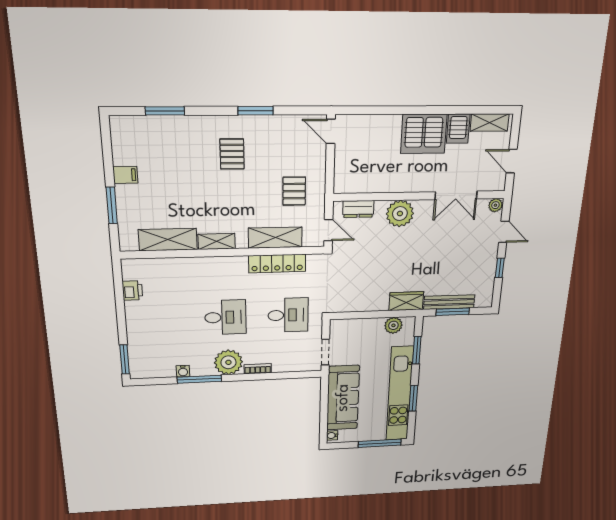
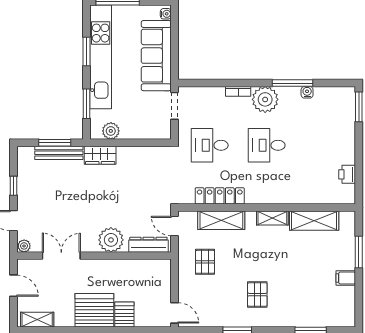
server rack: (458, 129) -> (124, 315), moved
dresser: (358, 209) -> (148, 245), width x1.44

